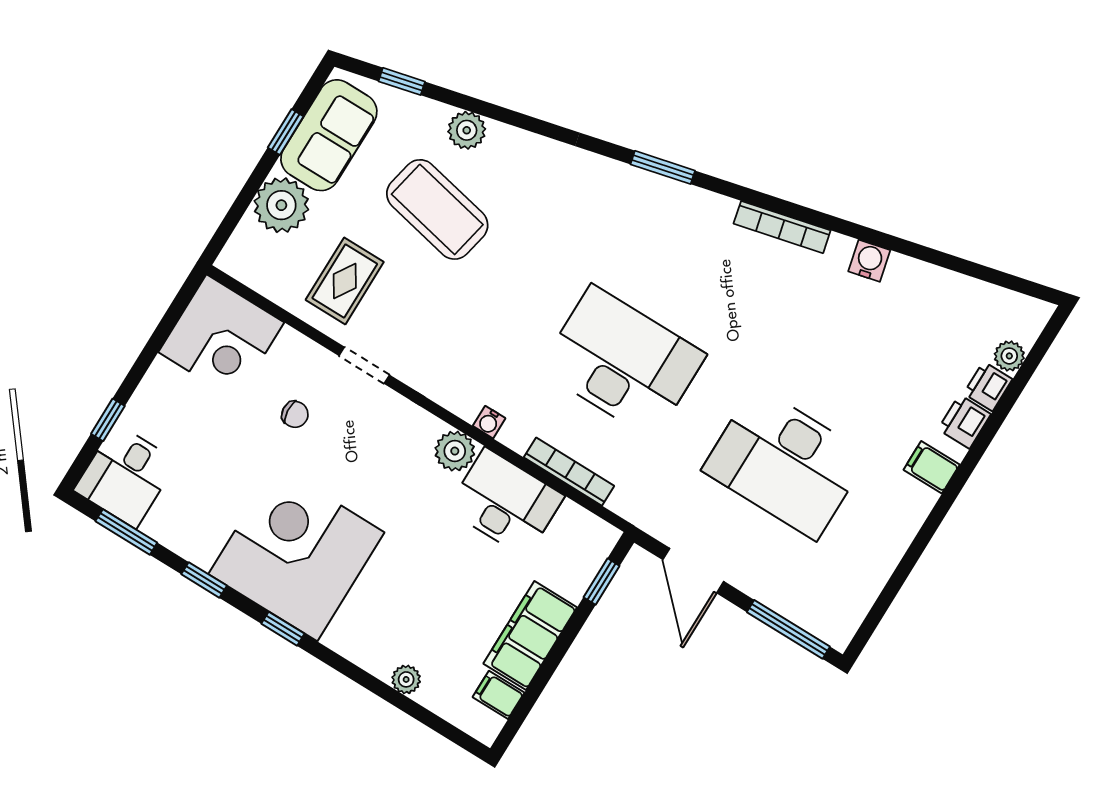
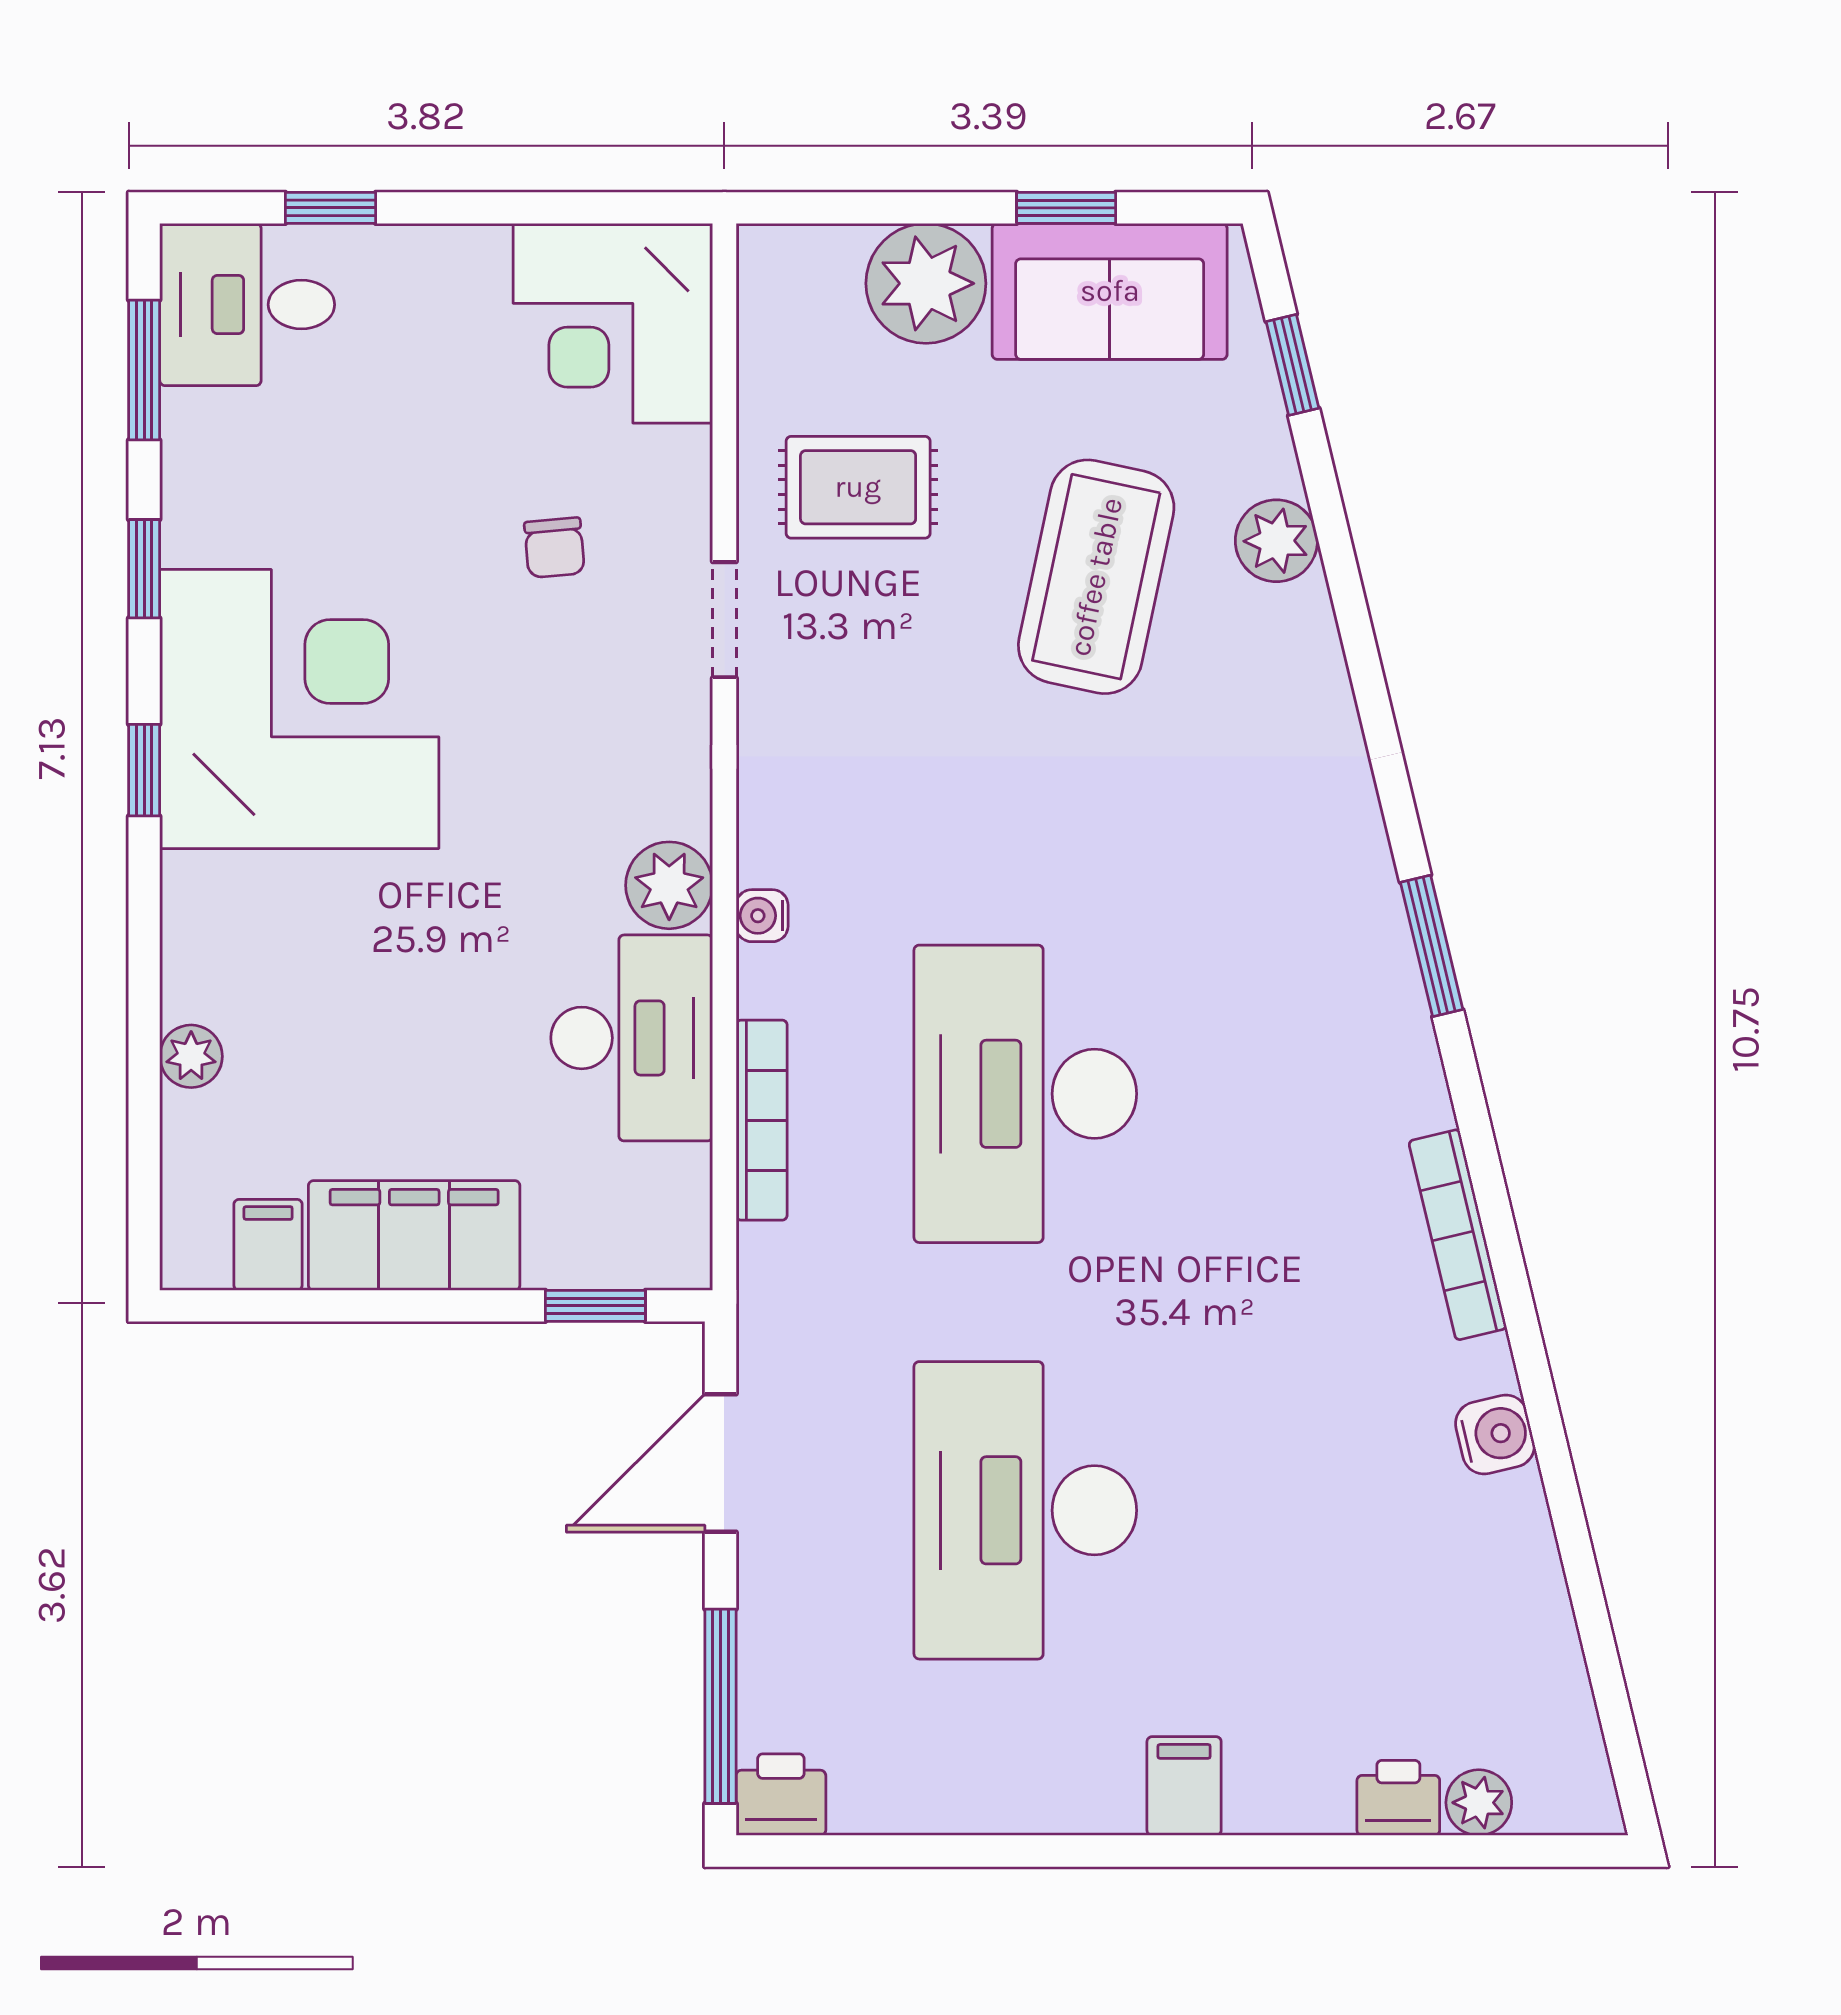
desk: (622, 362) -> (1025, 1094), turned 180
printer: (964, 422) -> (781, 1795), moved

